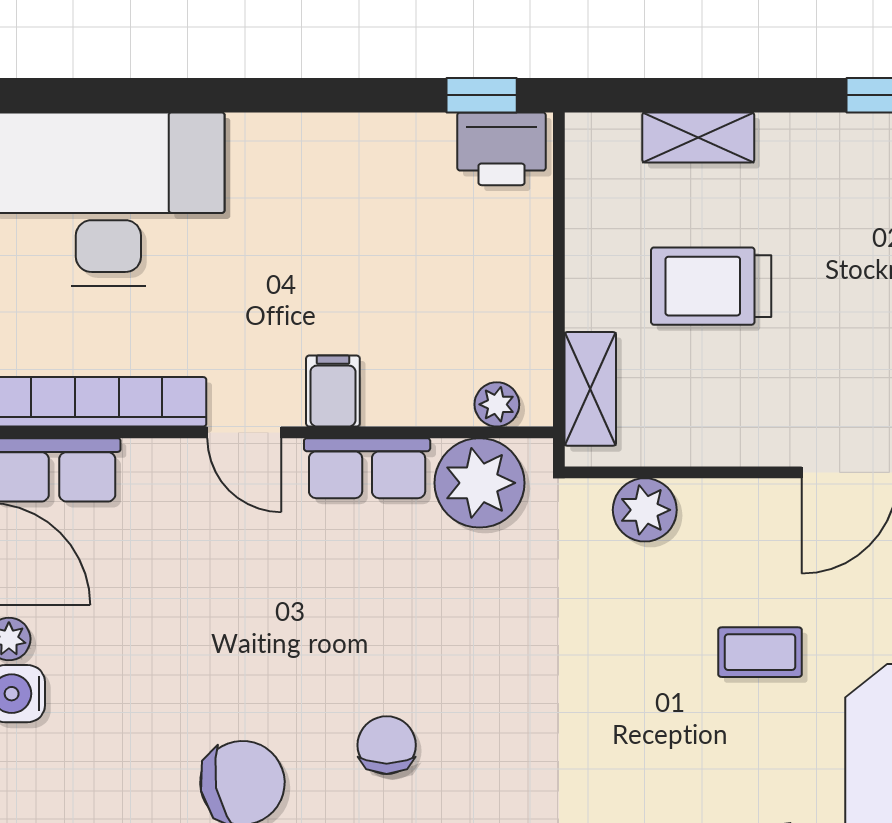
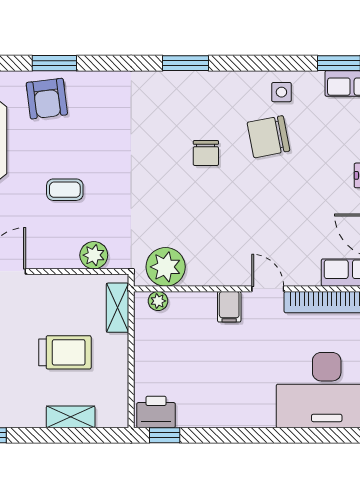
row of seats: (367, 468) -> (214, 273), removed
coffee table: (760, 652) -> (65, 190), moved

